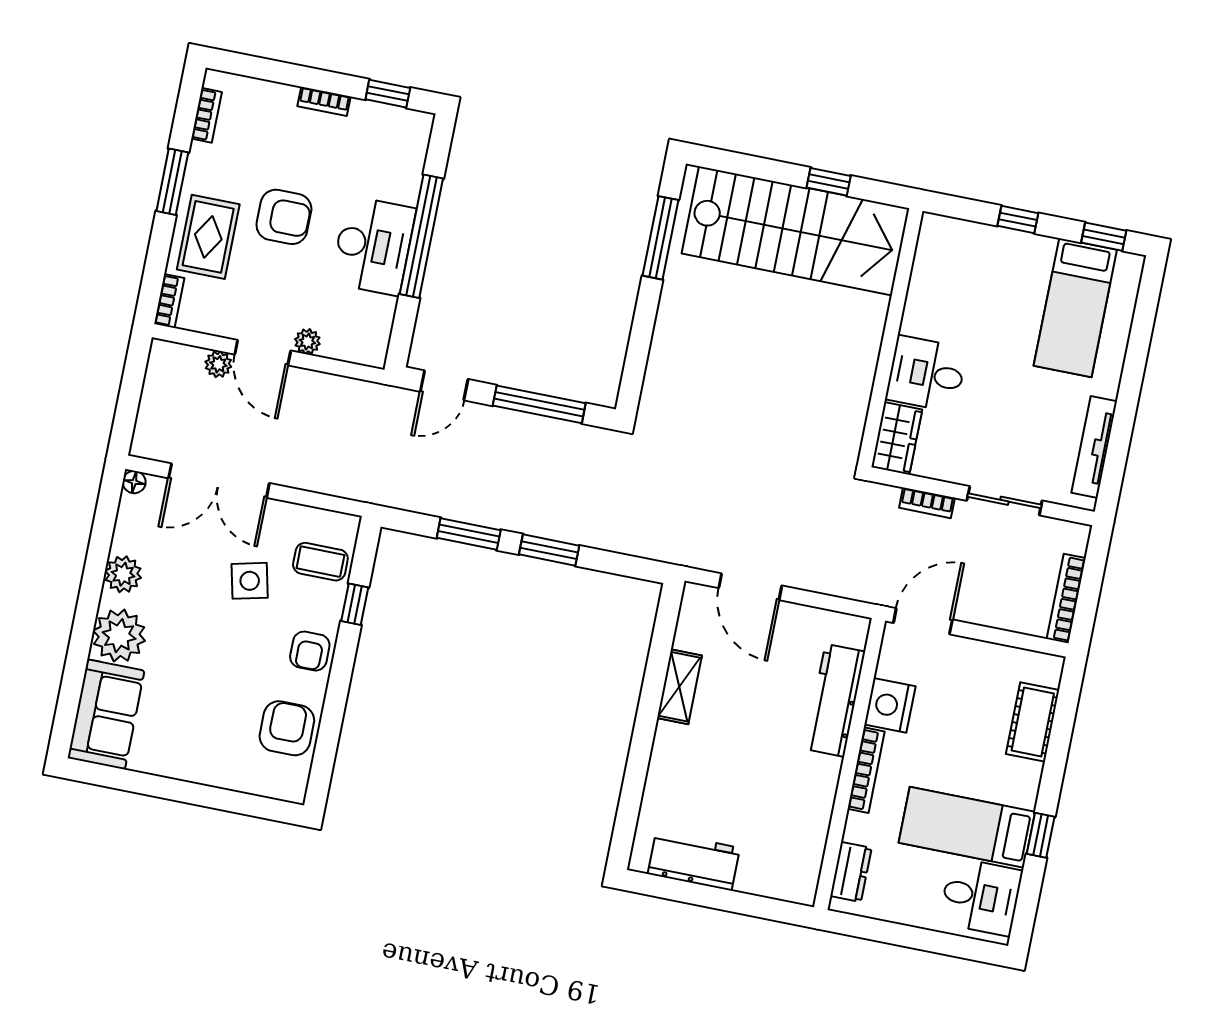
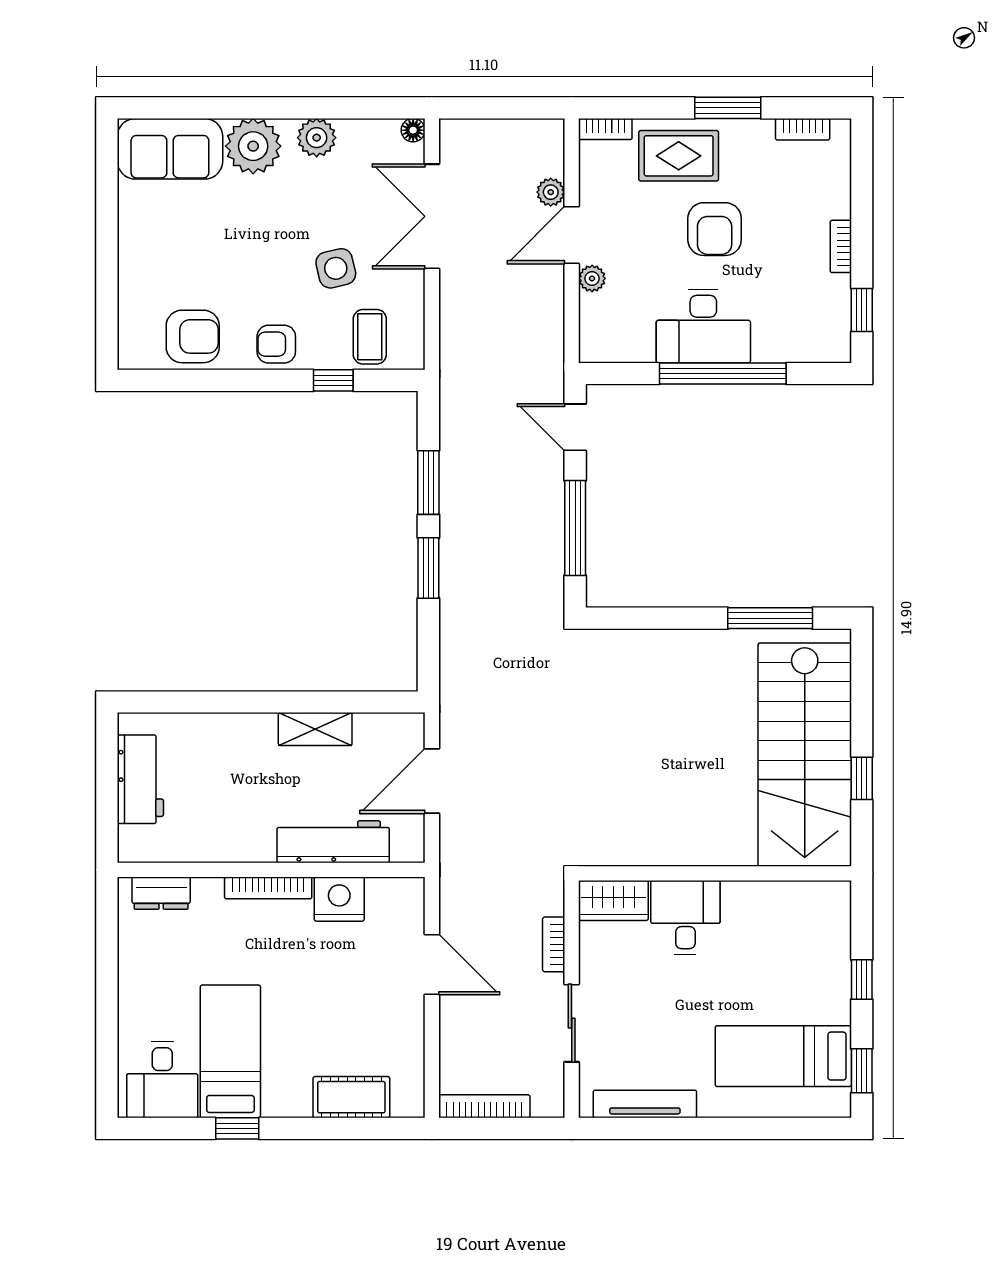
workbench: (835, 700) -> (333, 842), moved
nightstand: (890, 705) -> (339, 899), moved
wall: (850, 764) -> (271, 870), moved
bookcase: (866, 770) -> (268, 888), moved
dresser: (851, 872) -> (161, 893), moved

